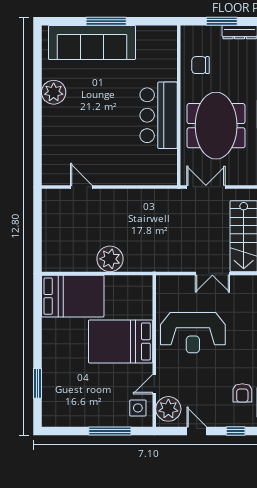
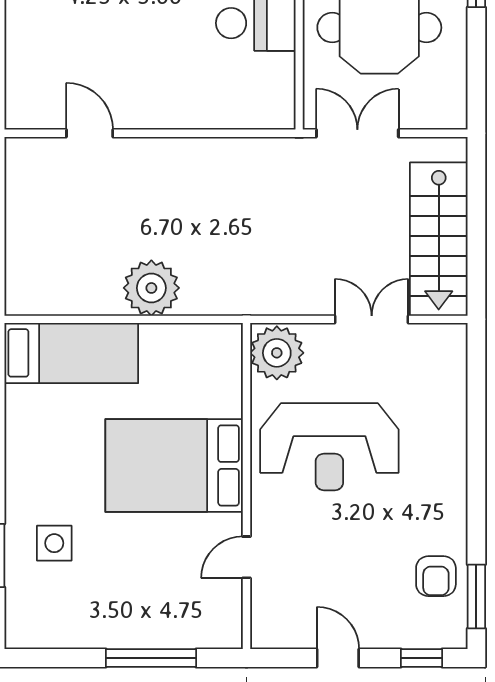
double door: (212, 273) -> (372, 319), swing flipped
bed: (73, 296) -> (71, 353), width x0.67
side table: (138, 408) -> (54, 543), moved
plant: (168, 409) -> (277, 353), moved

